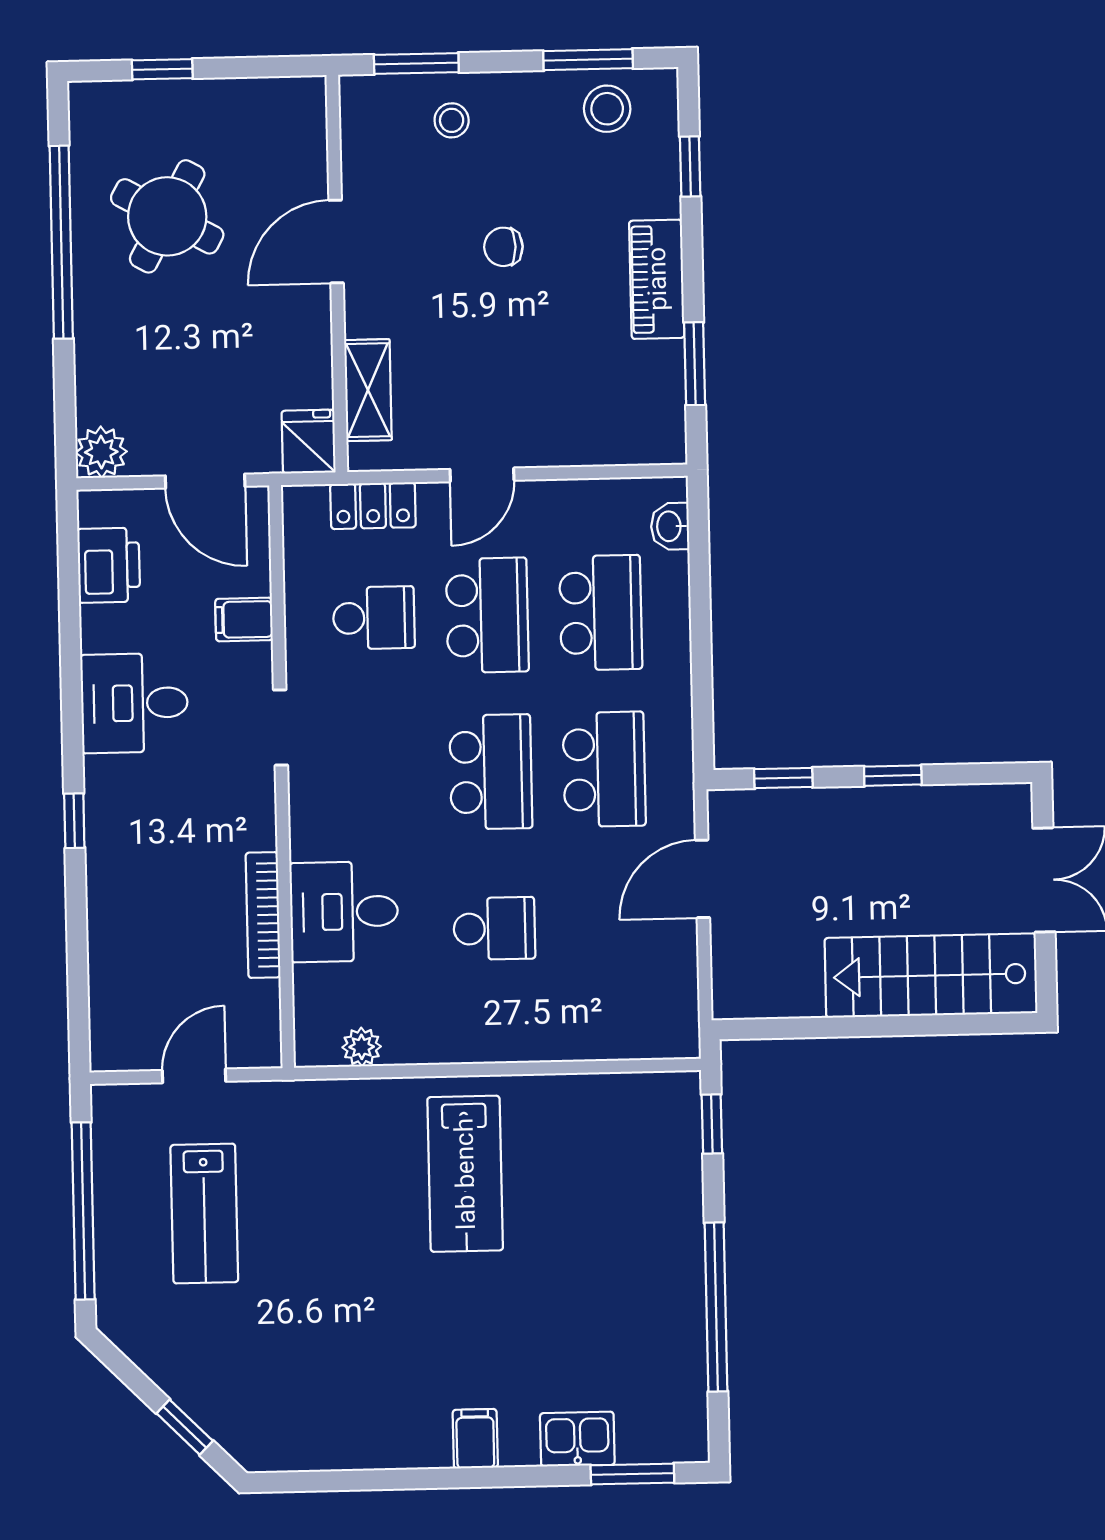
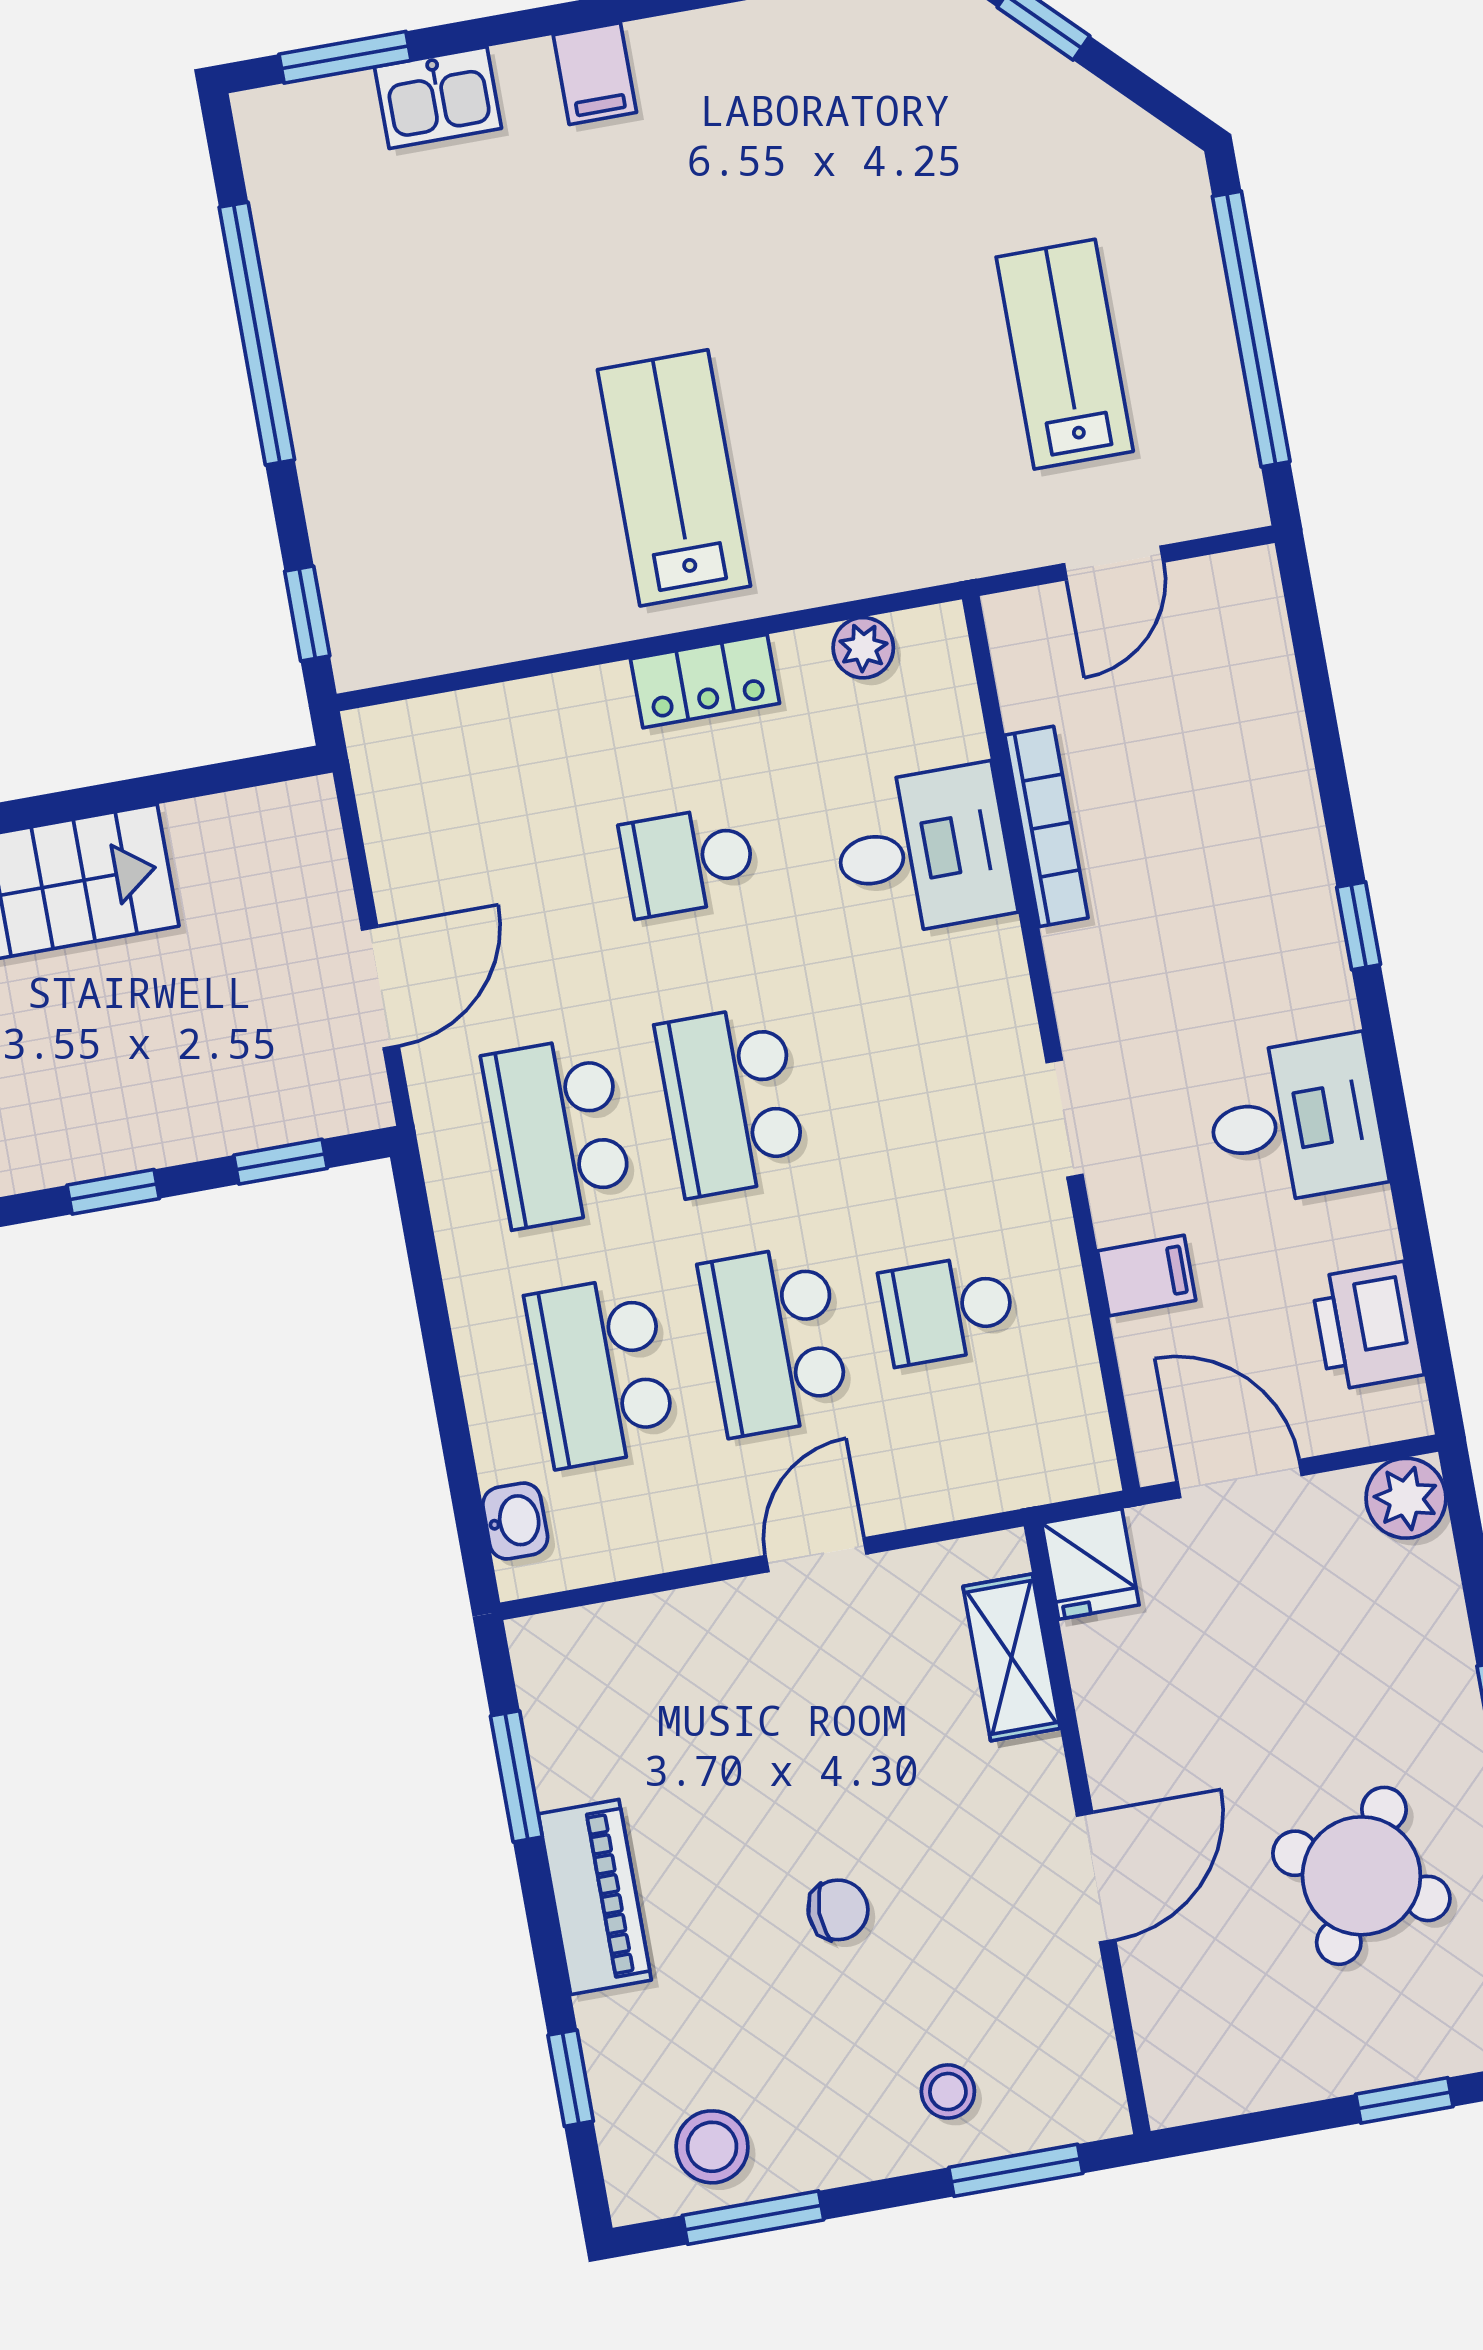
locker: (373, 506) -> (705, 681), moved, turned 180

